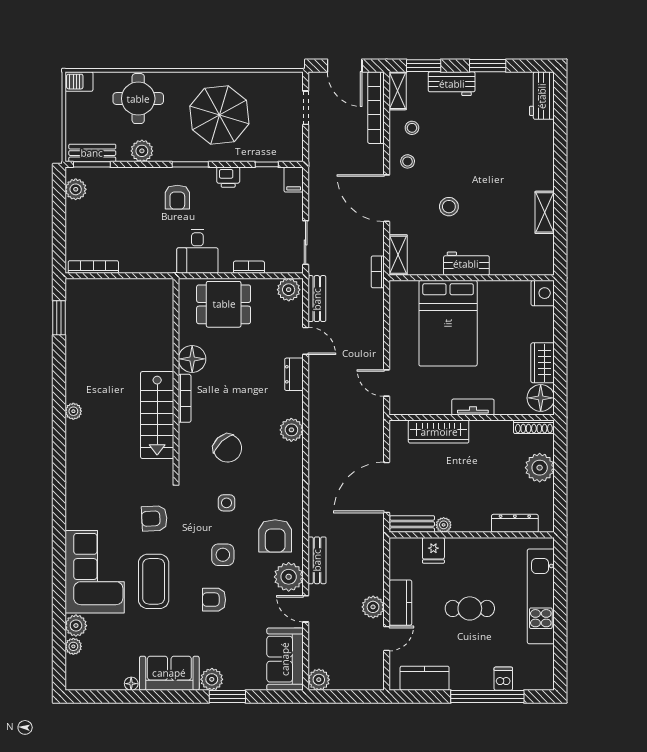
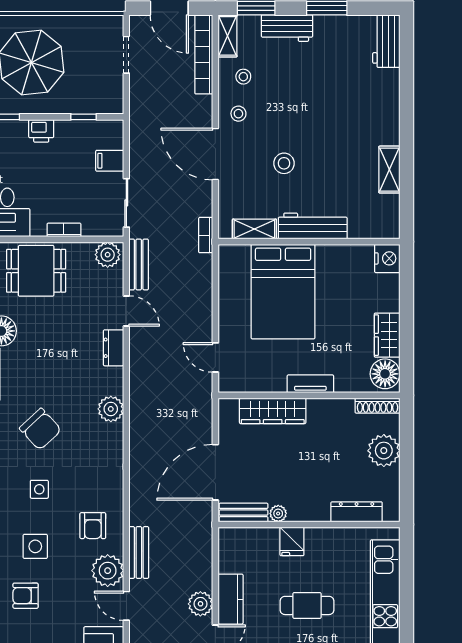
filing cabinet: (294, 180) -> (110, 161), moved, turned 90
shelving: (398, 255) -> (254, 229), moved, turned 90
workbench: (466, 264) -> (313, 226), width x1.38
armchair: (275, 536) -> (93, 526), width x0.72, depth x0.72
fridge: (433, 550) -> (292, 541), moved

